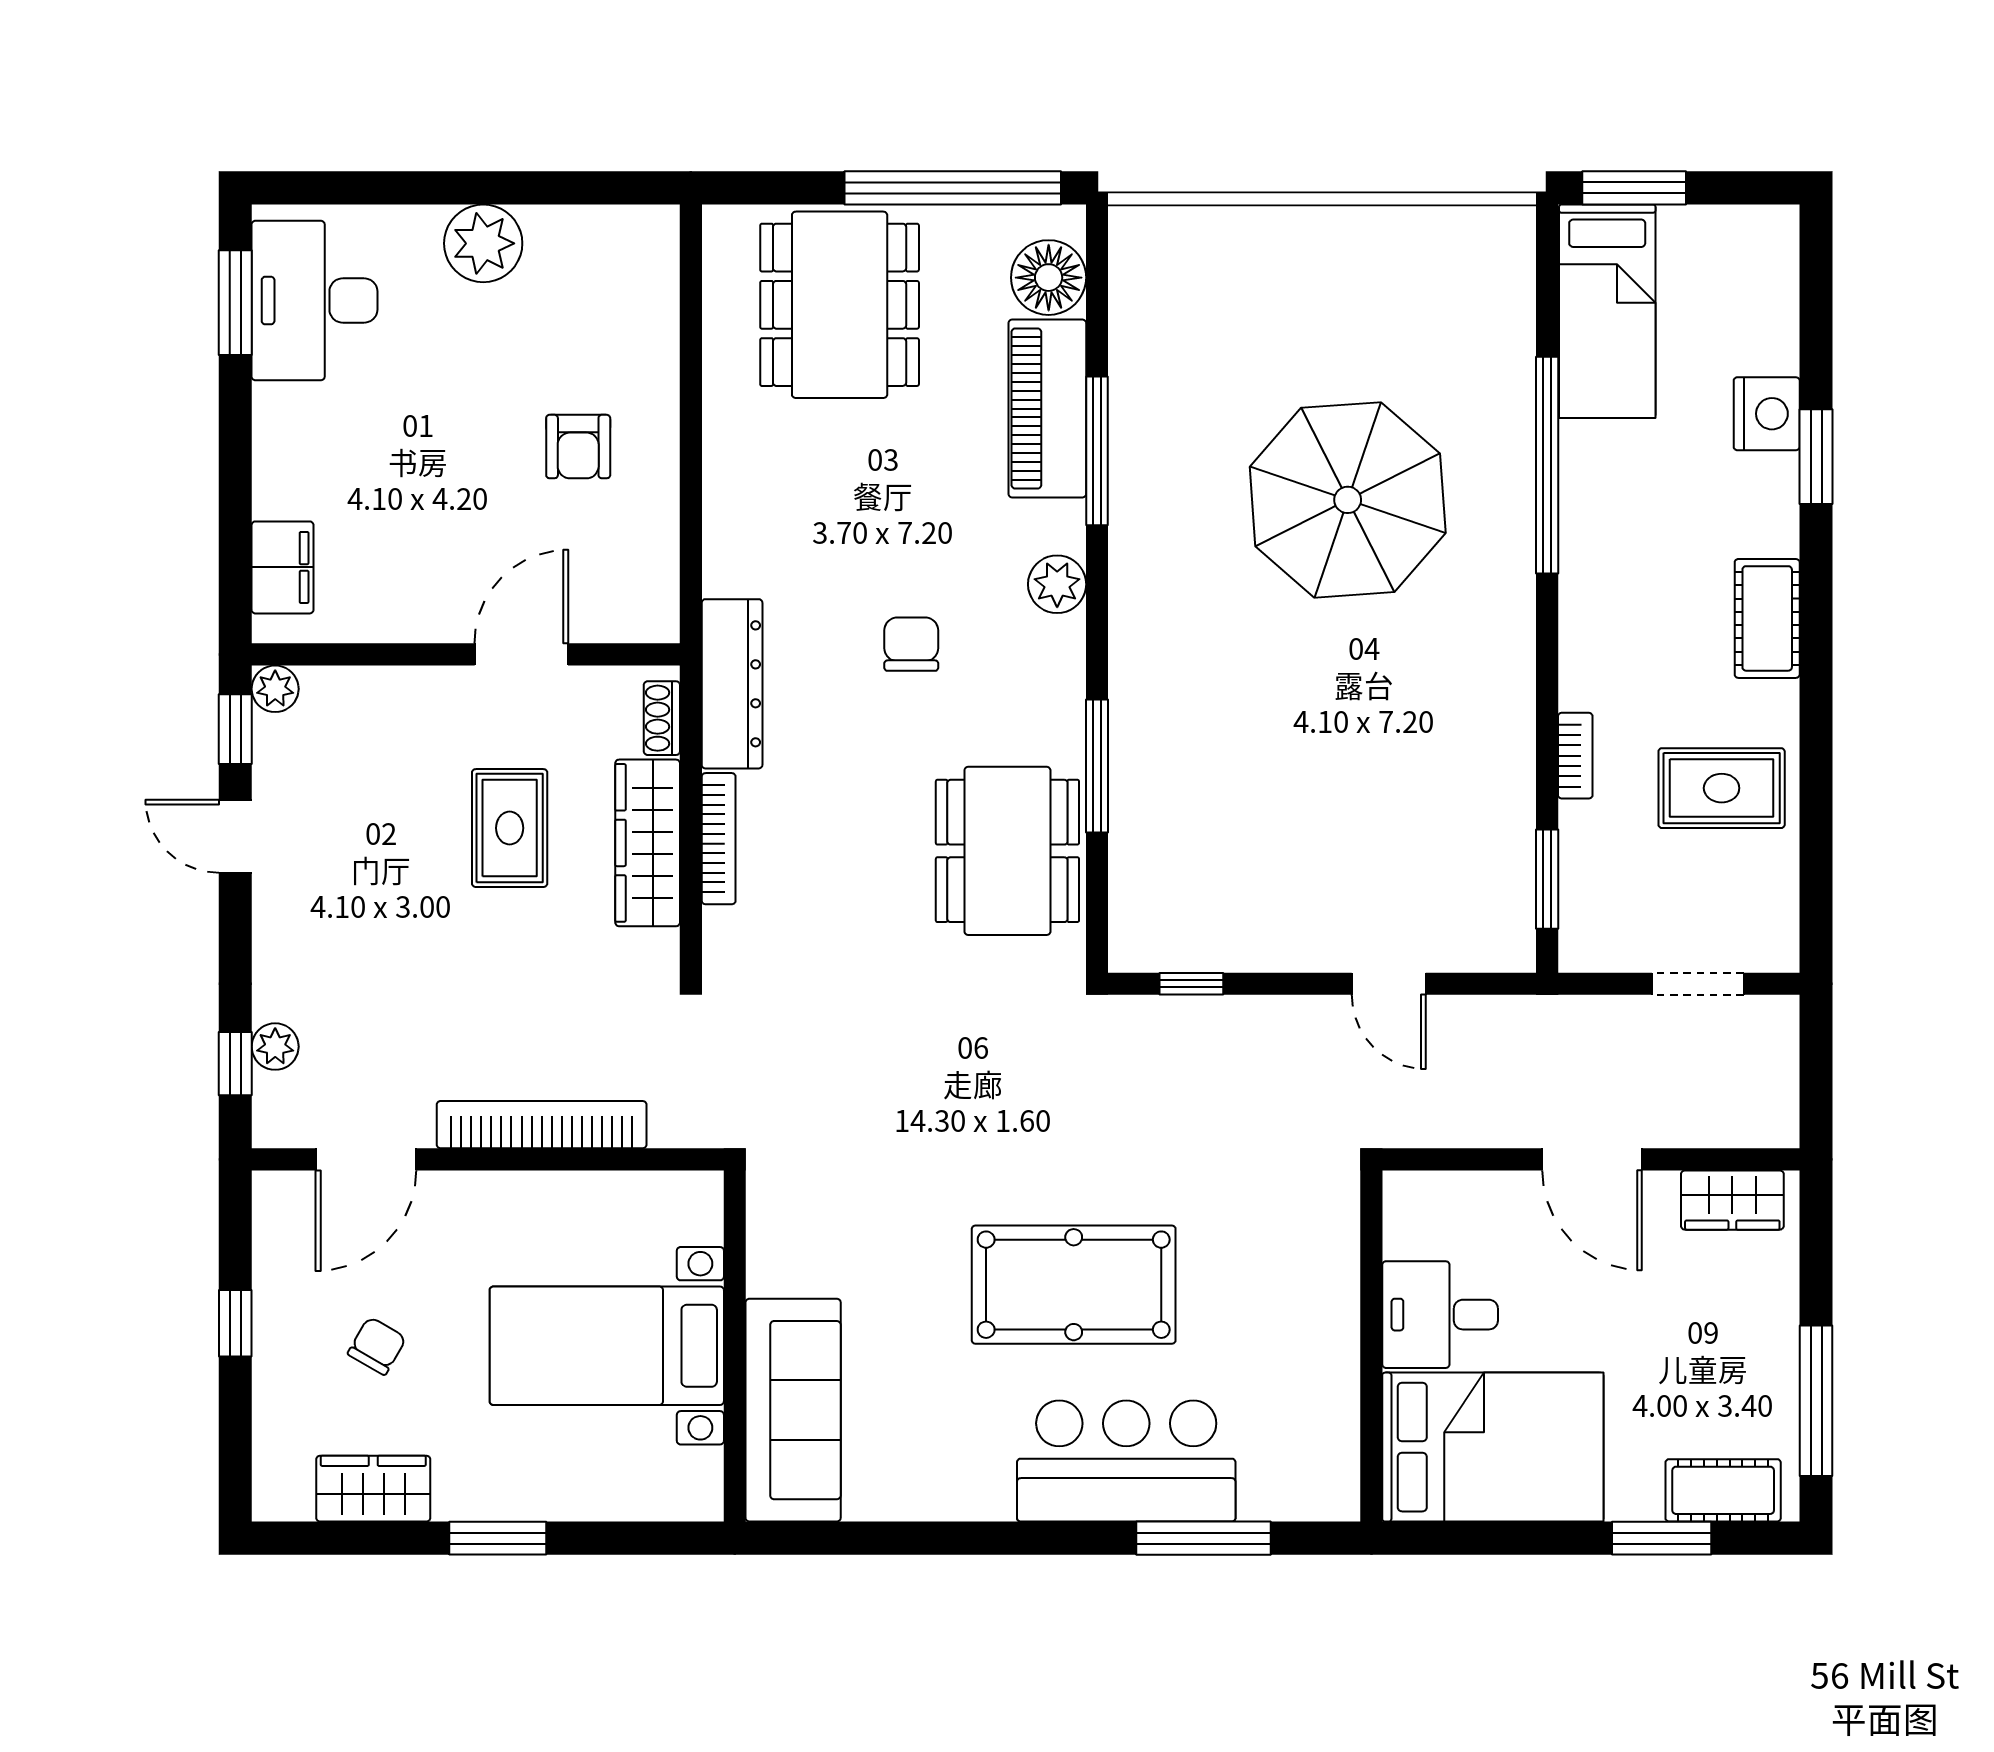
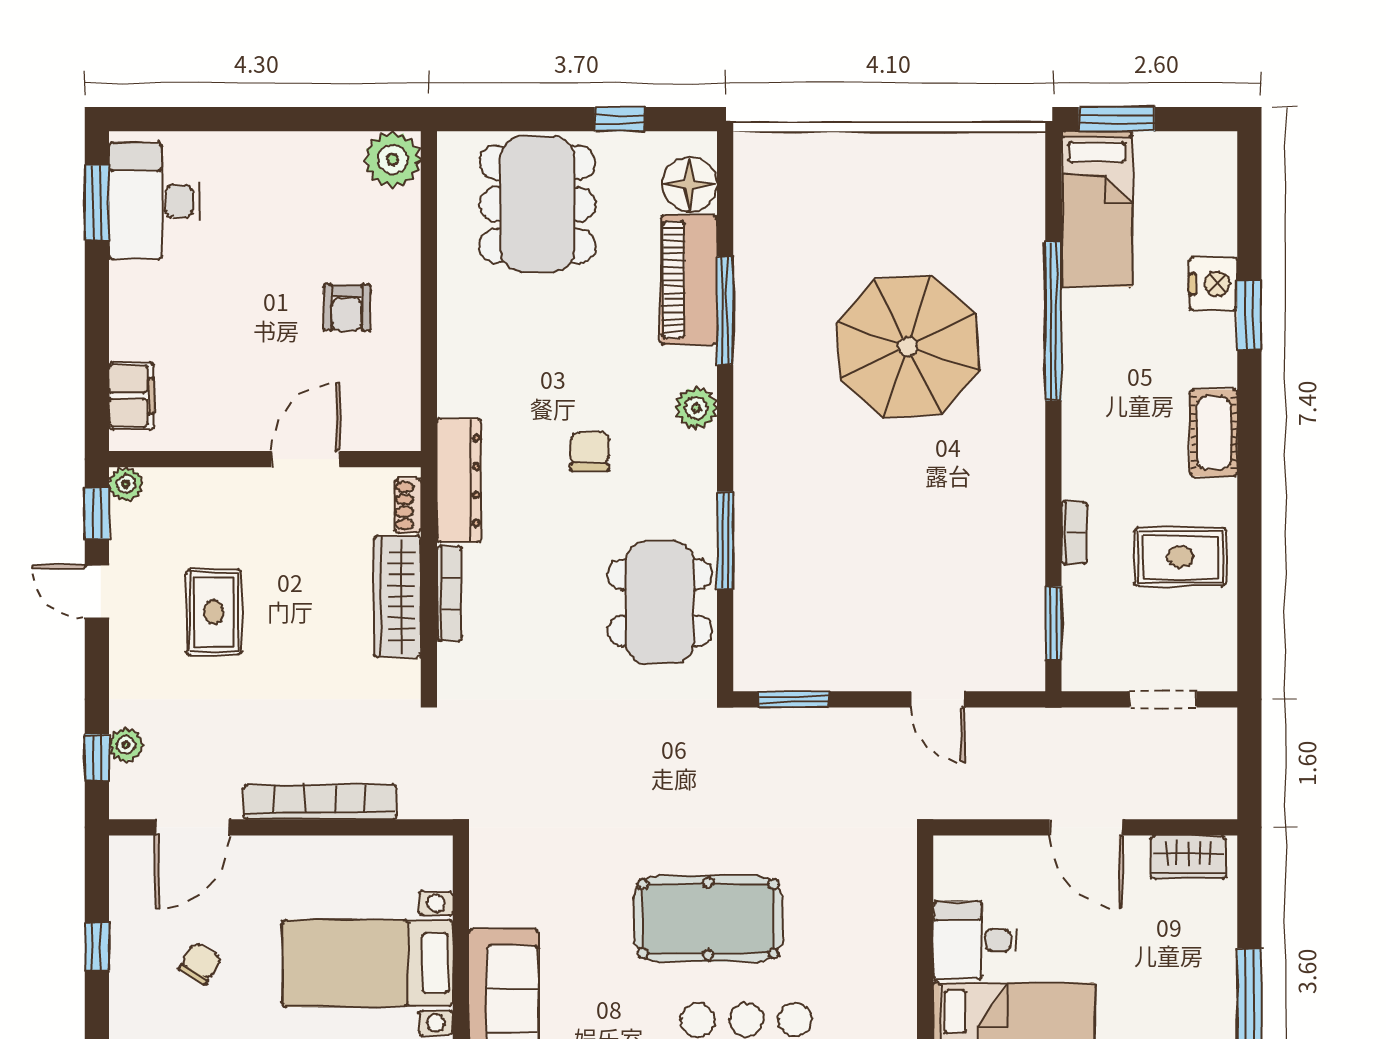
window: (953, 188) -> (620, 119), width x0.32
plant: (483, 243) -> (393, 159), moved
rug: (510, 828) -> (214, 612), moved
window: (1191, 984) -> (794, 699), width x1.50

